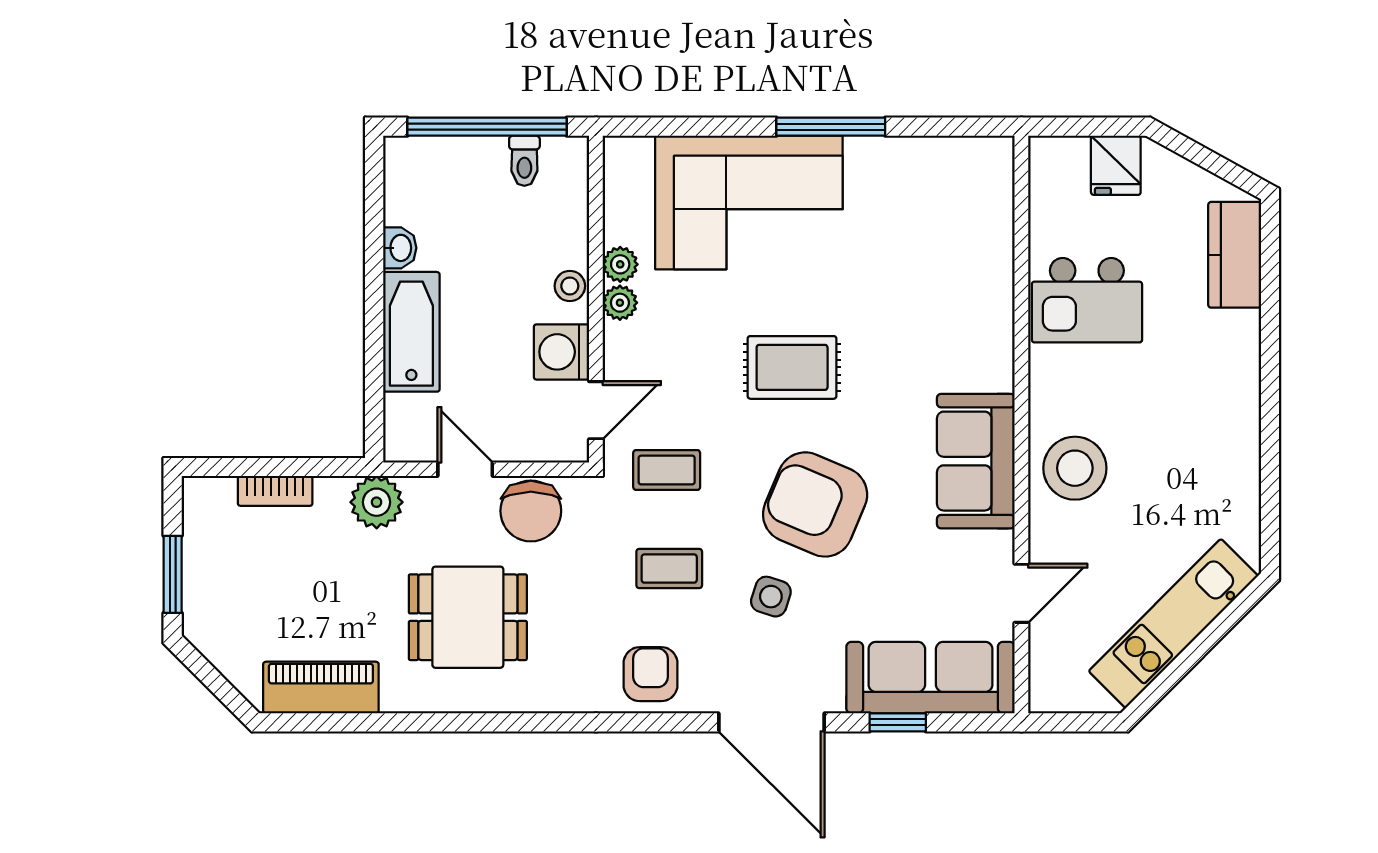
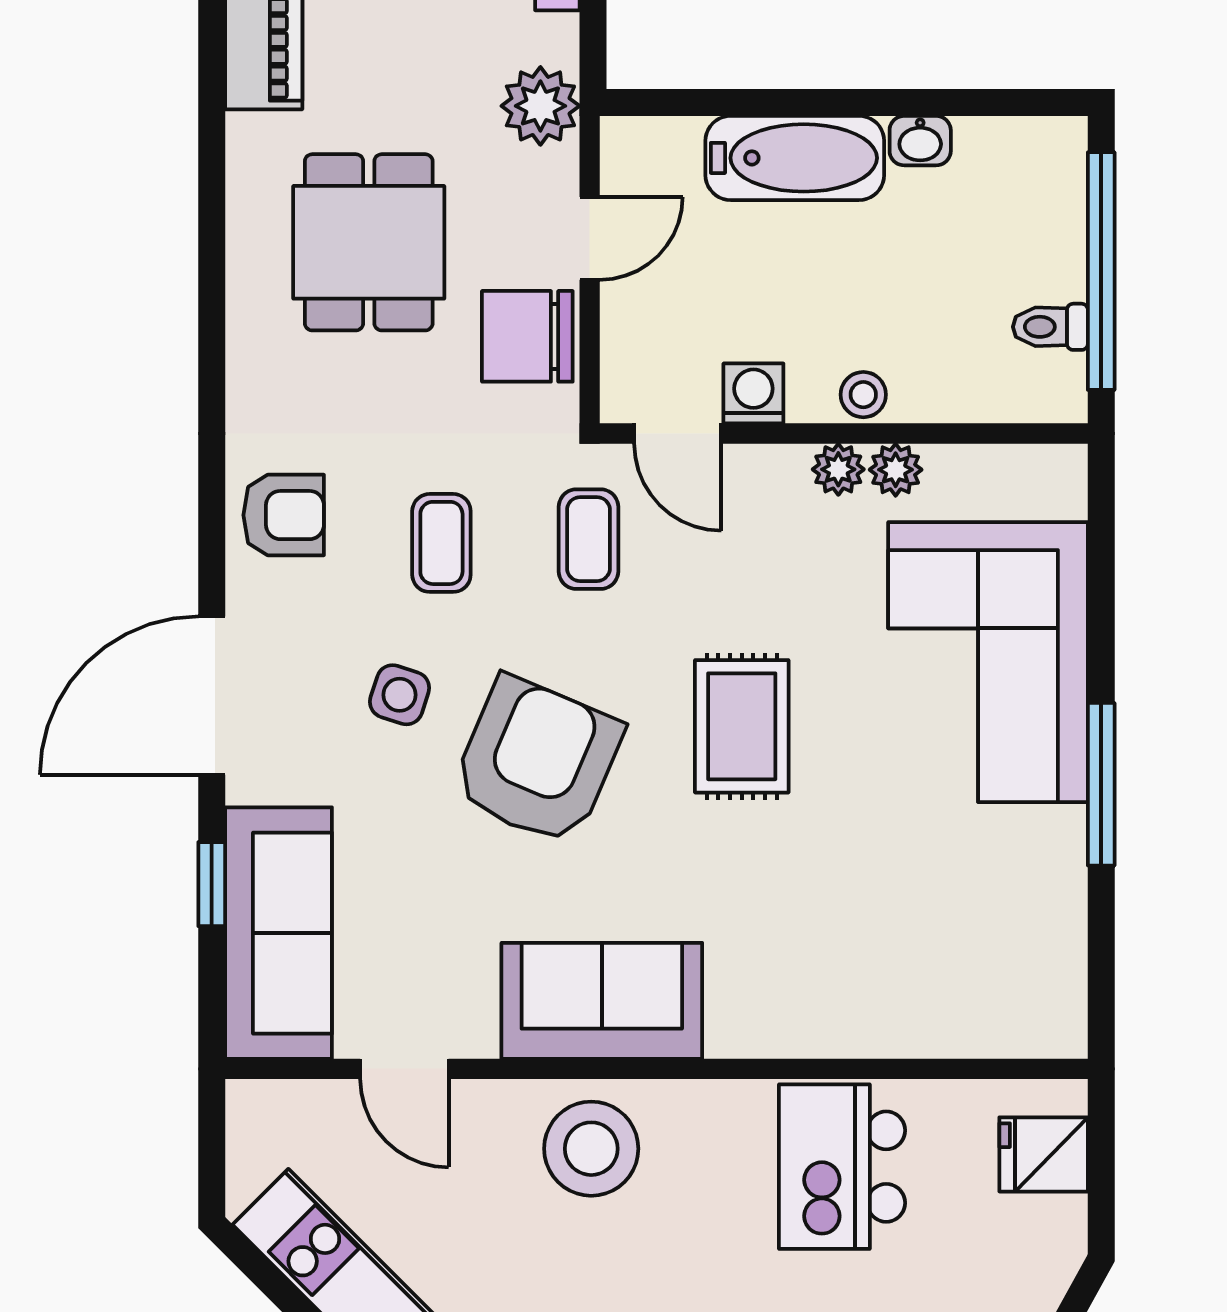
fridge: (1116, 165) -> (1044, 1154), moved
washing machine: (562, 352) -> (753, 393), width x0.73, depth x0.73

